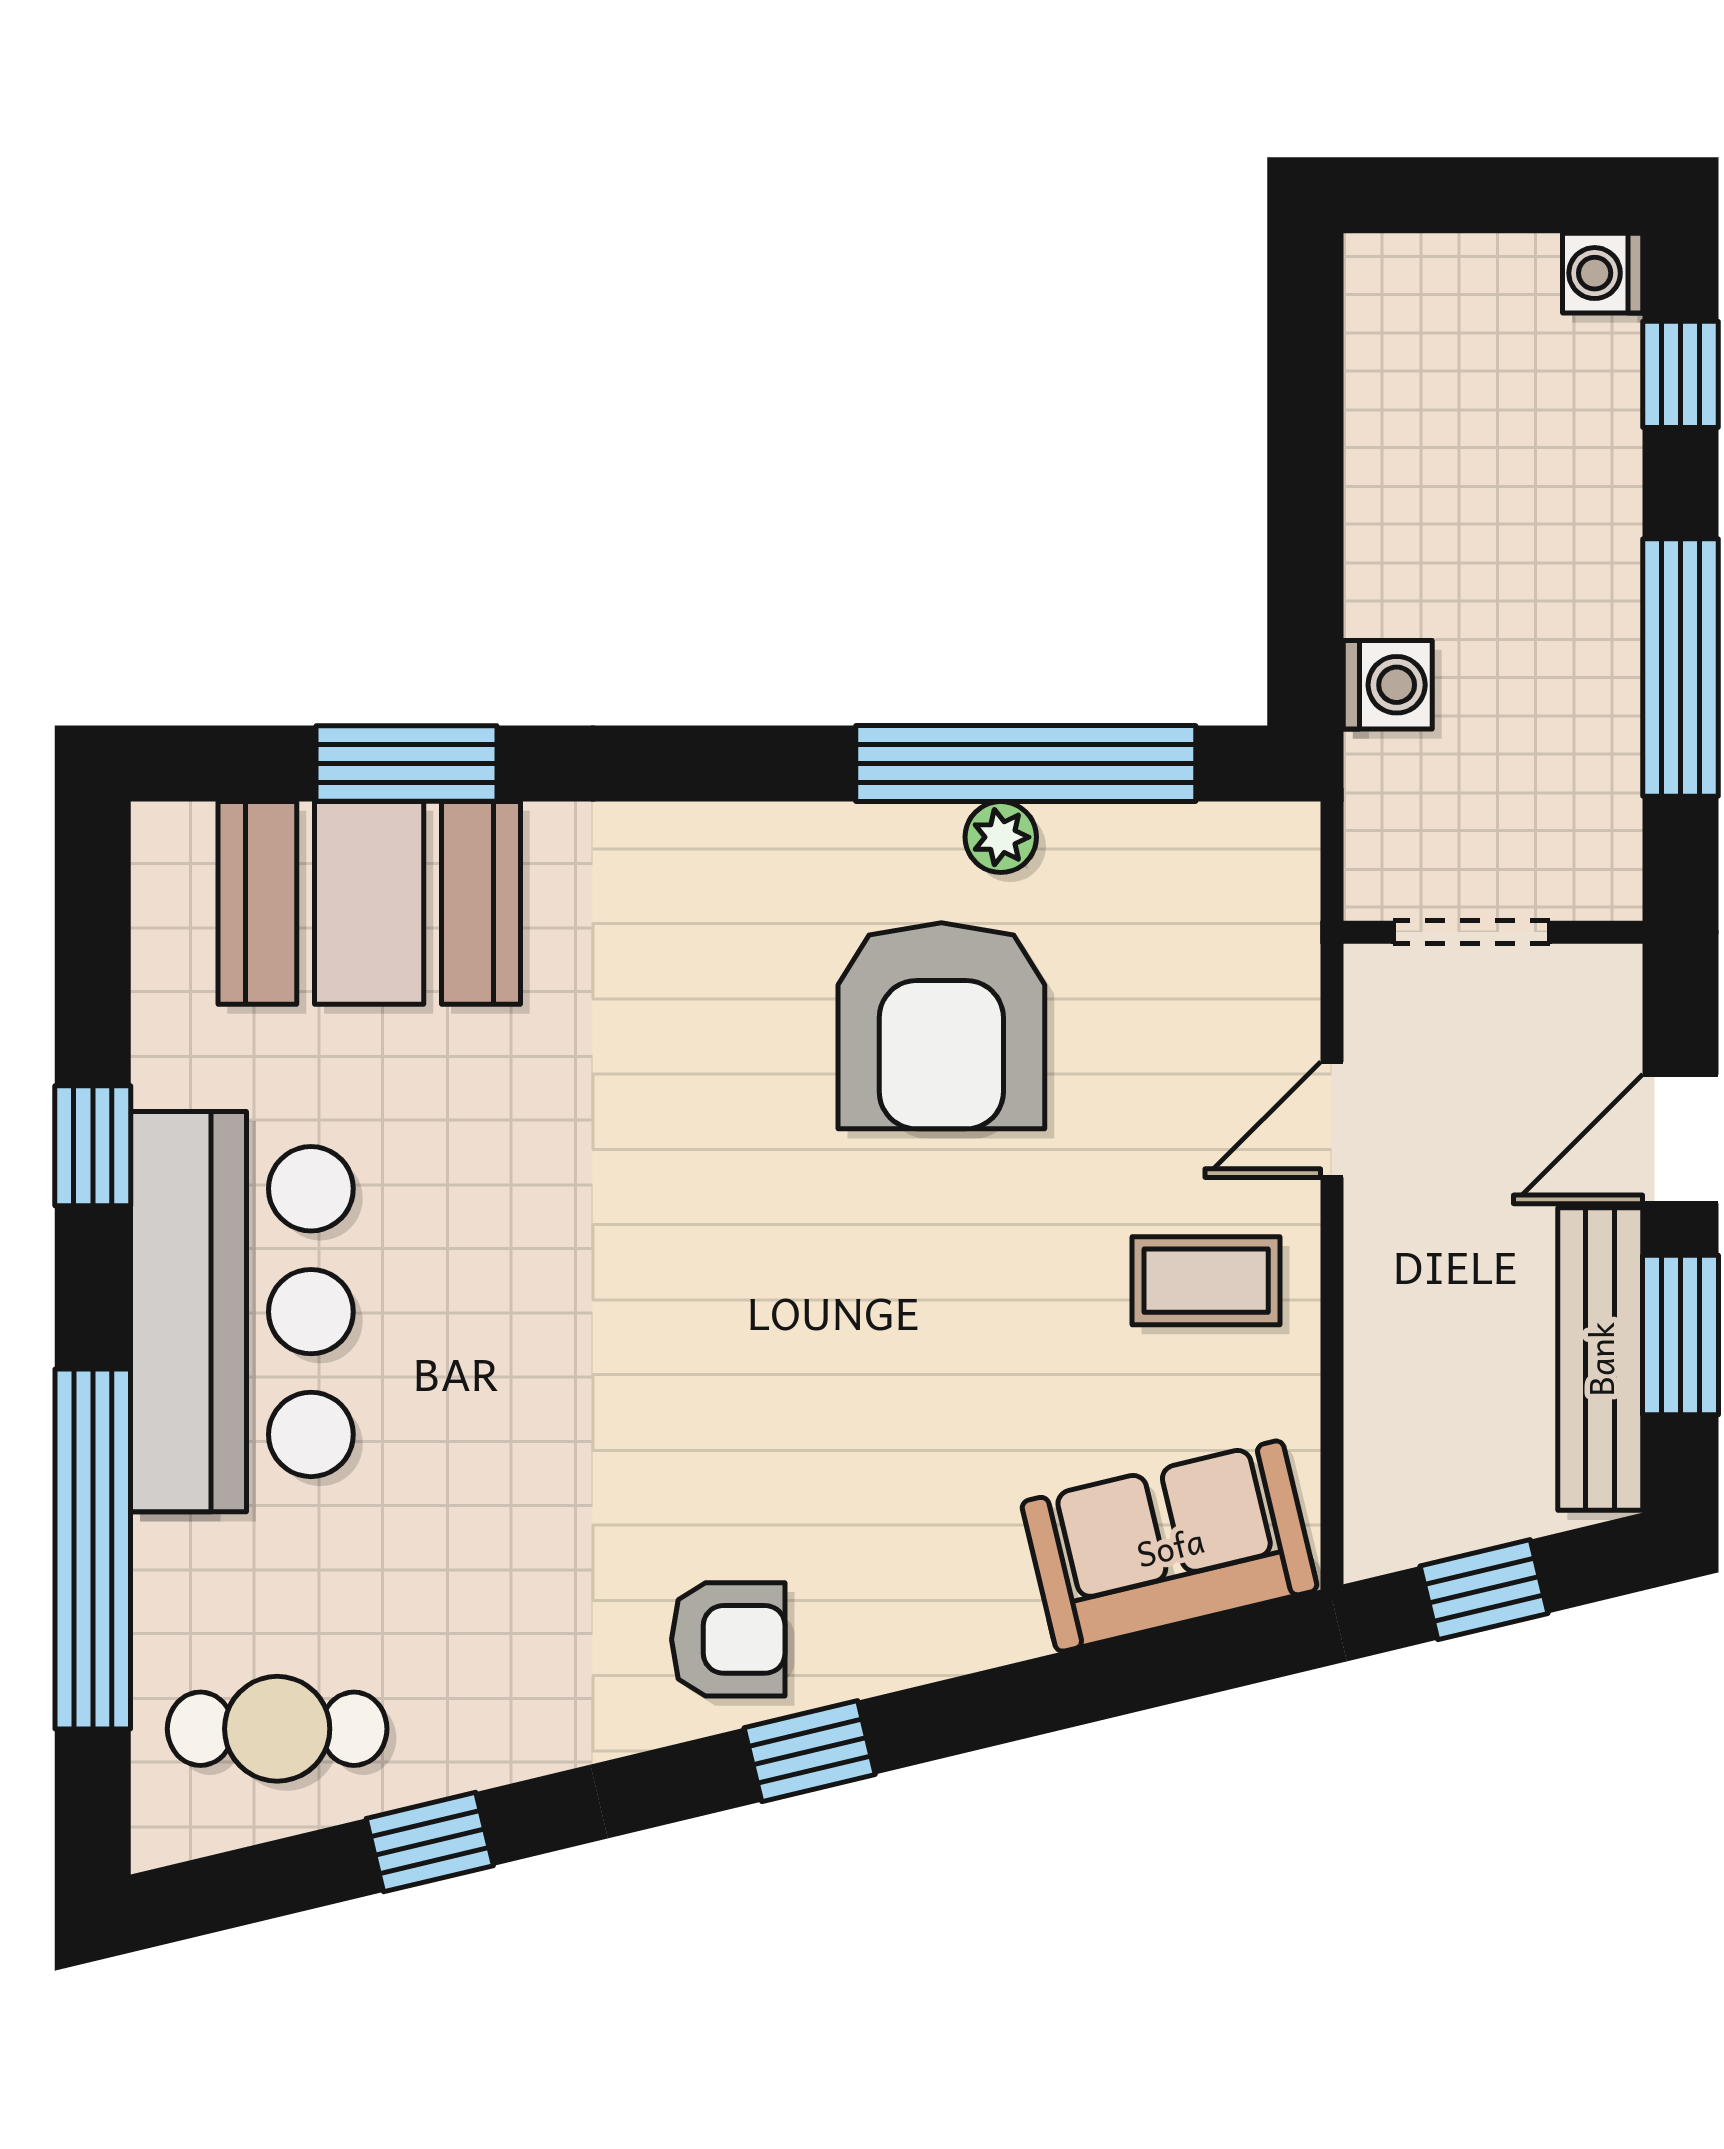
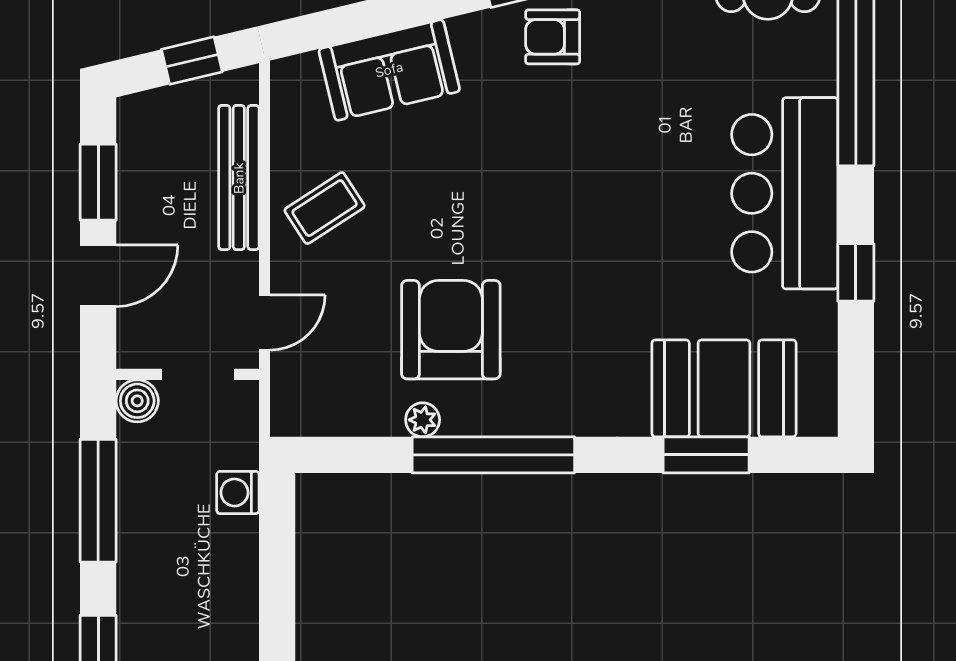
window: (1026, 764) -> (493, 455), moved
boiler: (1599, 877) -> (137, 401), added
door: (1332, 1120) -> (264, 322), moved
coffee table: (1206, 1281) -> (325, 208), turned -33
bench: (1600, 1359) -> (239, 178), moved
sofa: (1170, 1546) -> (389, 70), moved

